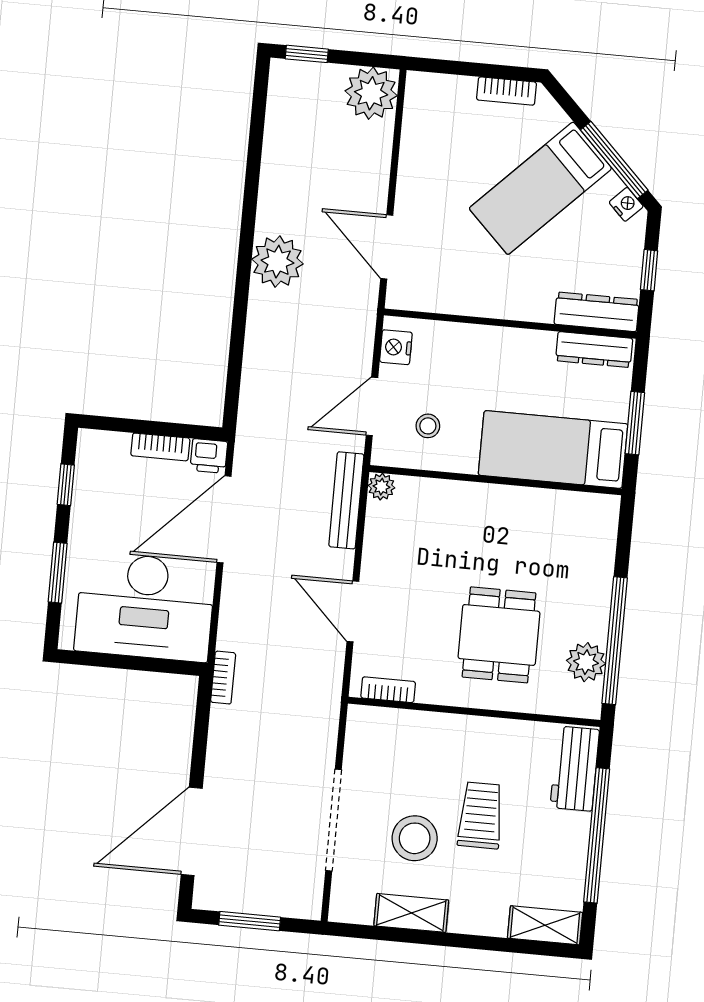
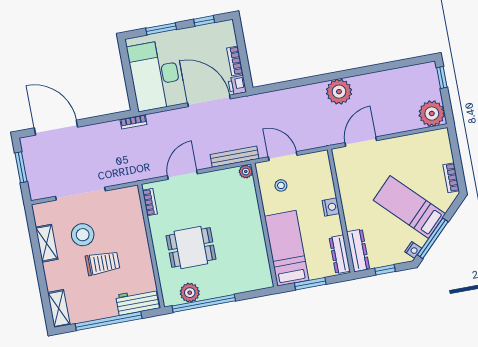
nightstand: (396, 347) -> (331, 207), moved, turned 90

